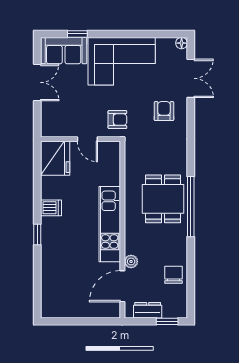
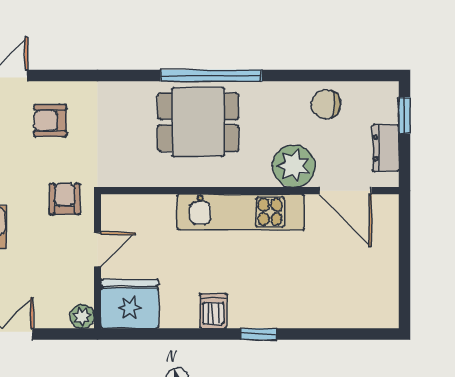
plant: (48, 130) -> (82, 316), added
plant: (131, 261) -> (294, 166), width x1.88, depth x1.88

